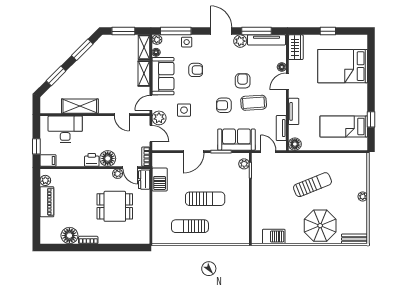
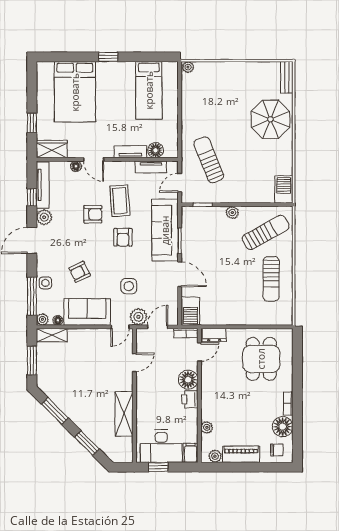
window: (257, 31) -> (32, 197), width x0.46
window: (328, 31) -> (32, 123), moved
armchair: (196, 70) -> (80, 272), turned -116
shelving: (144, 74) -> (84, 335), removed
armchair: (243, 81) -> (93, 214), turned 180
door: (151, 103) -> (120, 327), hinge flipped
window: (371, 119) -> (108, 57), moved
desk: (65, 129) -> (161, 446), moved, turned -90
sofa: (236, 140) -> (165, 230), width x1.36
floor lamp: (295, 144) -> (156, 150), moved
window: (36, 146) -> (158, 467), moved
plant: (244, 164) -> (232, 213), moved
plant: (118, 174) -> (207, 427), moved
barbecue: (160, 179) -> (190, 311), moved, turned 90
sun lounger: (312, 185) -> (209, 160), moved
plant: (363, 196) -> (188, 67), moved
sun lounger: (205, 199) -> (266, 232), moved, turned 61
dining table: (115, 206) -> (261, 359), moved
chair: (50, 231) -> (277, 450), added
barbecue: (274, 237) -> (284, 189), moved

